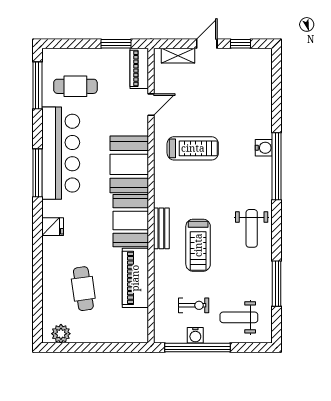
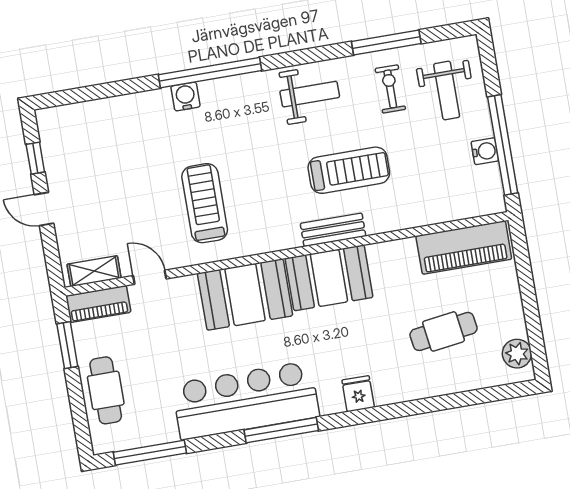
shelving: (178, 56) -> (94, 271), moved, turned 90
cafe table: (75, 86) -> (106, 390), moved
piano: (135, 278) -> (464, 248), moved
exercise bike: (194, 305) -> (390, 89), moved

